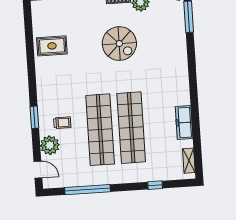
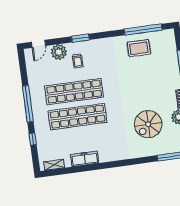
window: (29, 39) -> (143, 30), added
spiral stairs: (119, 44) -> (148, 124), moved
rug: (52, 46) -> (139, 48), turned 90
window: (87, 190) -> (28, 104), moved

